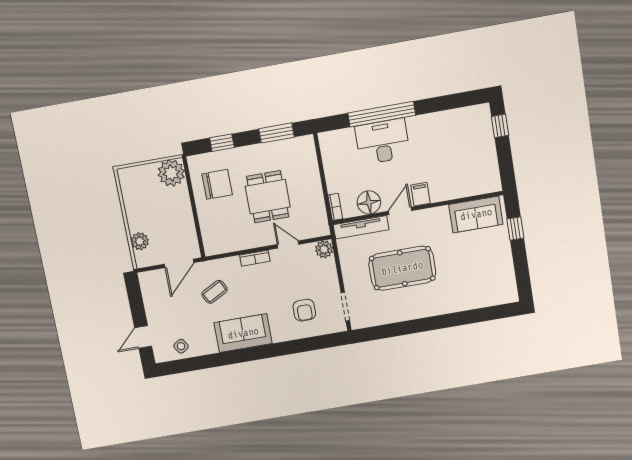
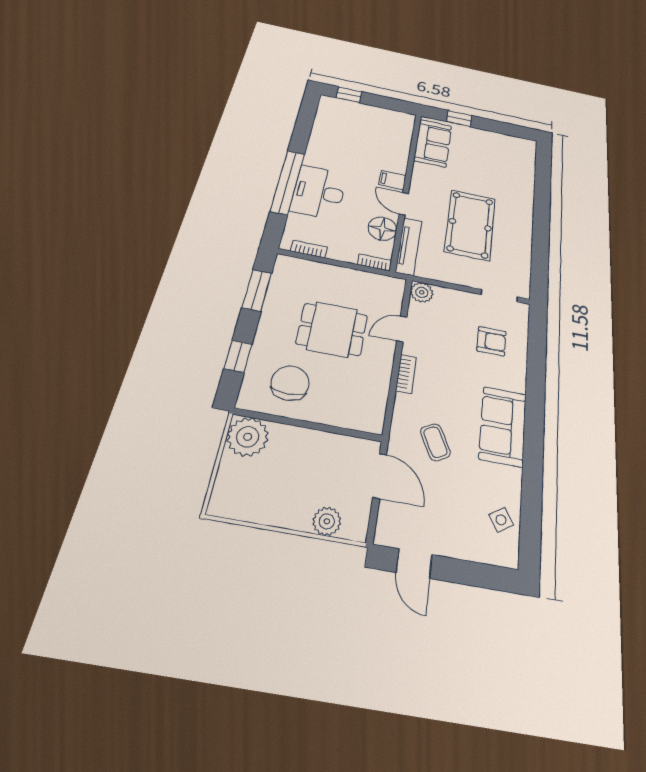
bookcase: (327, 155) -> (309, 249), added
door: (143, 337) -> (414, 563), moved

